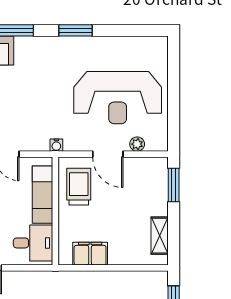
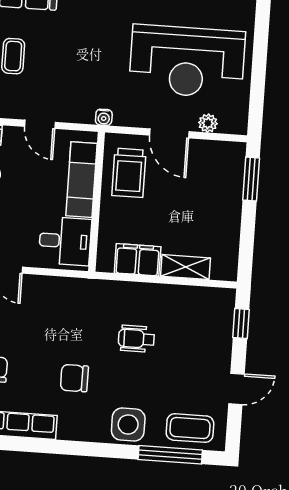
trolley: (79, 187) -> (129, 173), turned 180
shelving: (160, 236) -> (186, 267), moved, turned 90

